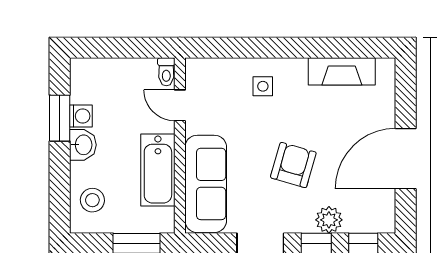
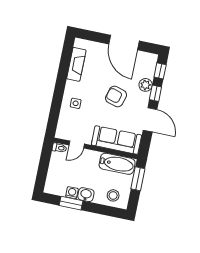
bathtub: (158, 170) -> (117, 164), moved

